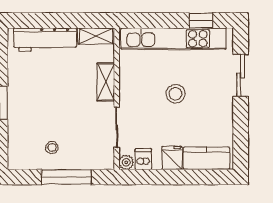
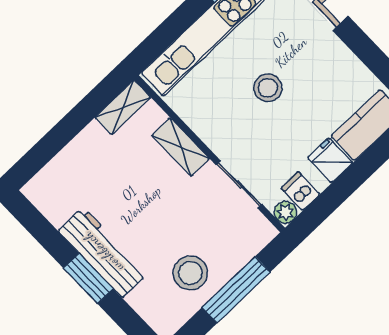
workbench: (45, 40) -> (103, 252), moved, turned -90
stool: (52, 148) -> (190, 273), width x1.89, depth x1.89

